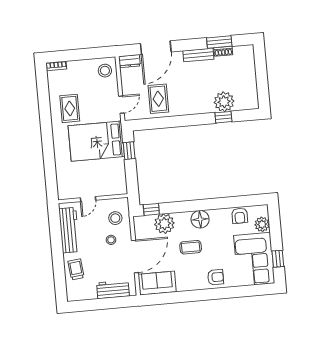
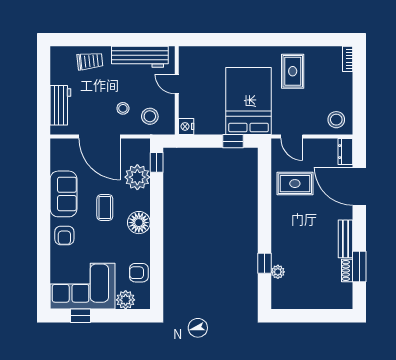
plant: (224, 102) -> (278, 272), width x0.53, depth x0.53
rug: (70, 108) -> (293, 71), turned 90
nightstand: (121, 189) -> (186, 126), added
sofa: (157, 283) -> (63, 194), moved

